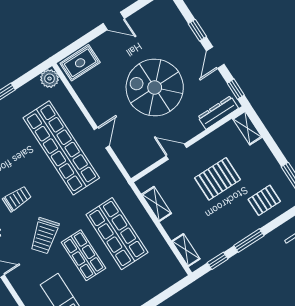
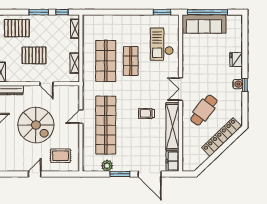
door: (114, 21) -> (35, 174), hinge flipped
rug: (80, 63) -> (61, 156), moved
plant: (50, 79) -> (107, 166), moved
pallet: (264, 200) -> (17, 28), width x1.50, depth x1.42
trolley: (44, 236) -> (145, 85), removed

